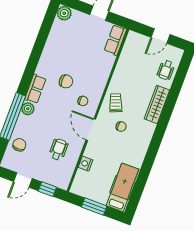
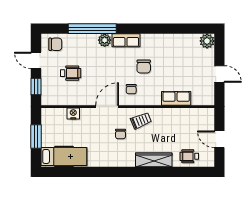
row of seats: (115, 40) -> (176, 98), moved
chair: (19, 145) -> (55, 44), moved
wheelchair: (58, 149) -> (71, 73), moved

